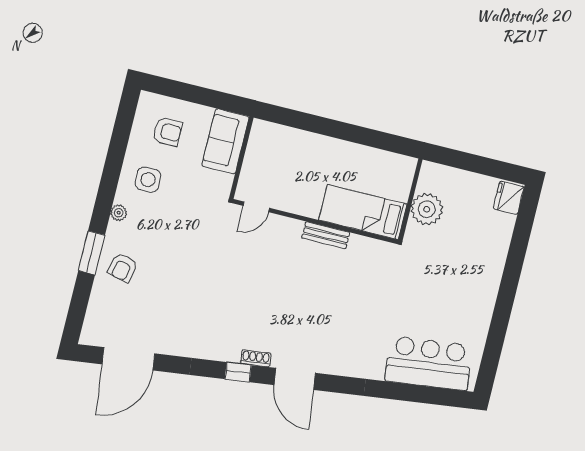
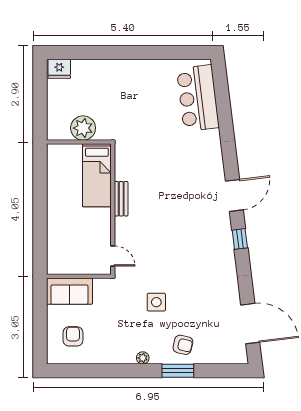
side table: (148, 180) -> (156, 302), moved
shoe rack: (256, 358) -> (226, 228), removed

